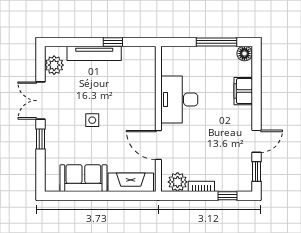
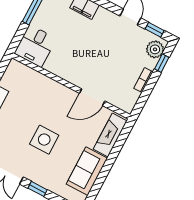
desk: (179, 100) -> (35, 46), moved, width x0.73
side table: (92, 120) -> (44, 140), width x1.87, depth x1.87
plant: (178, 182) -> (155, 49), moved

